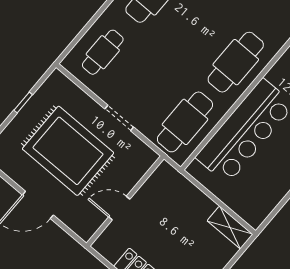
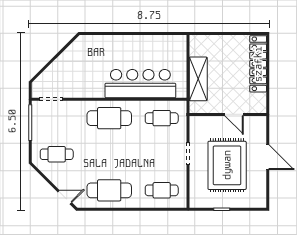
cafe table: (185, 122) -> (162, 118), width x0.73, depth x0.74
shelving: (230, 228) -> (198, 79), moved, width x1.50, depth x1.33

